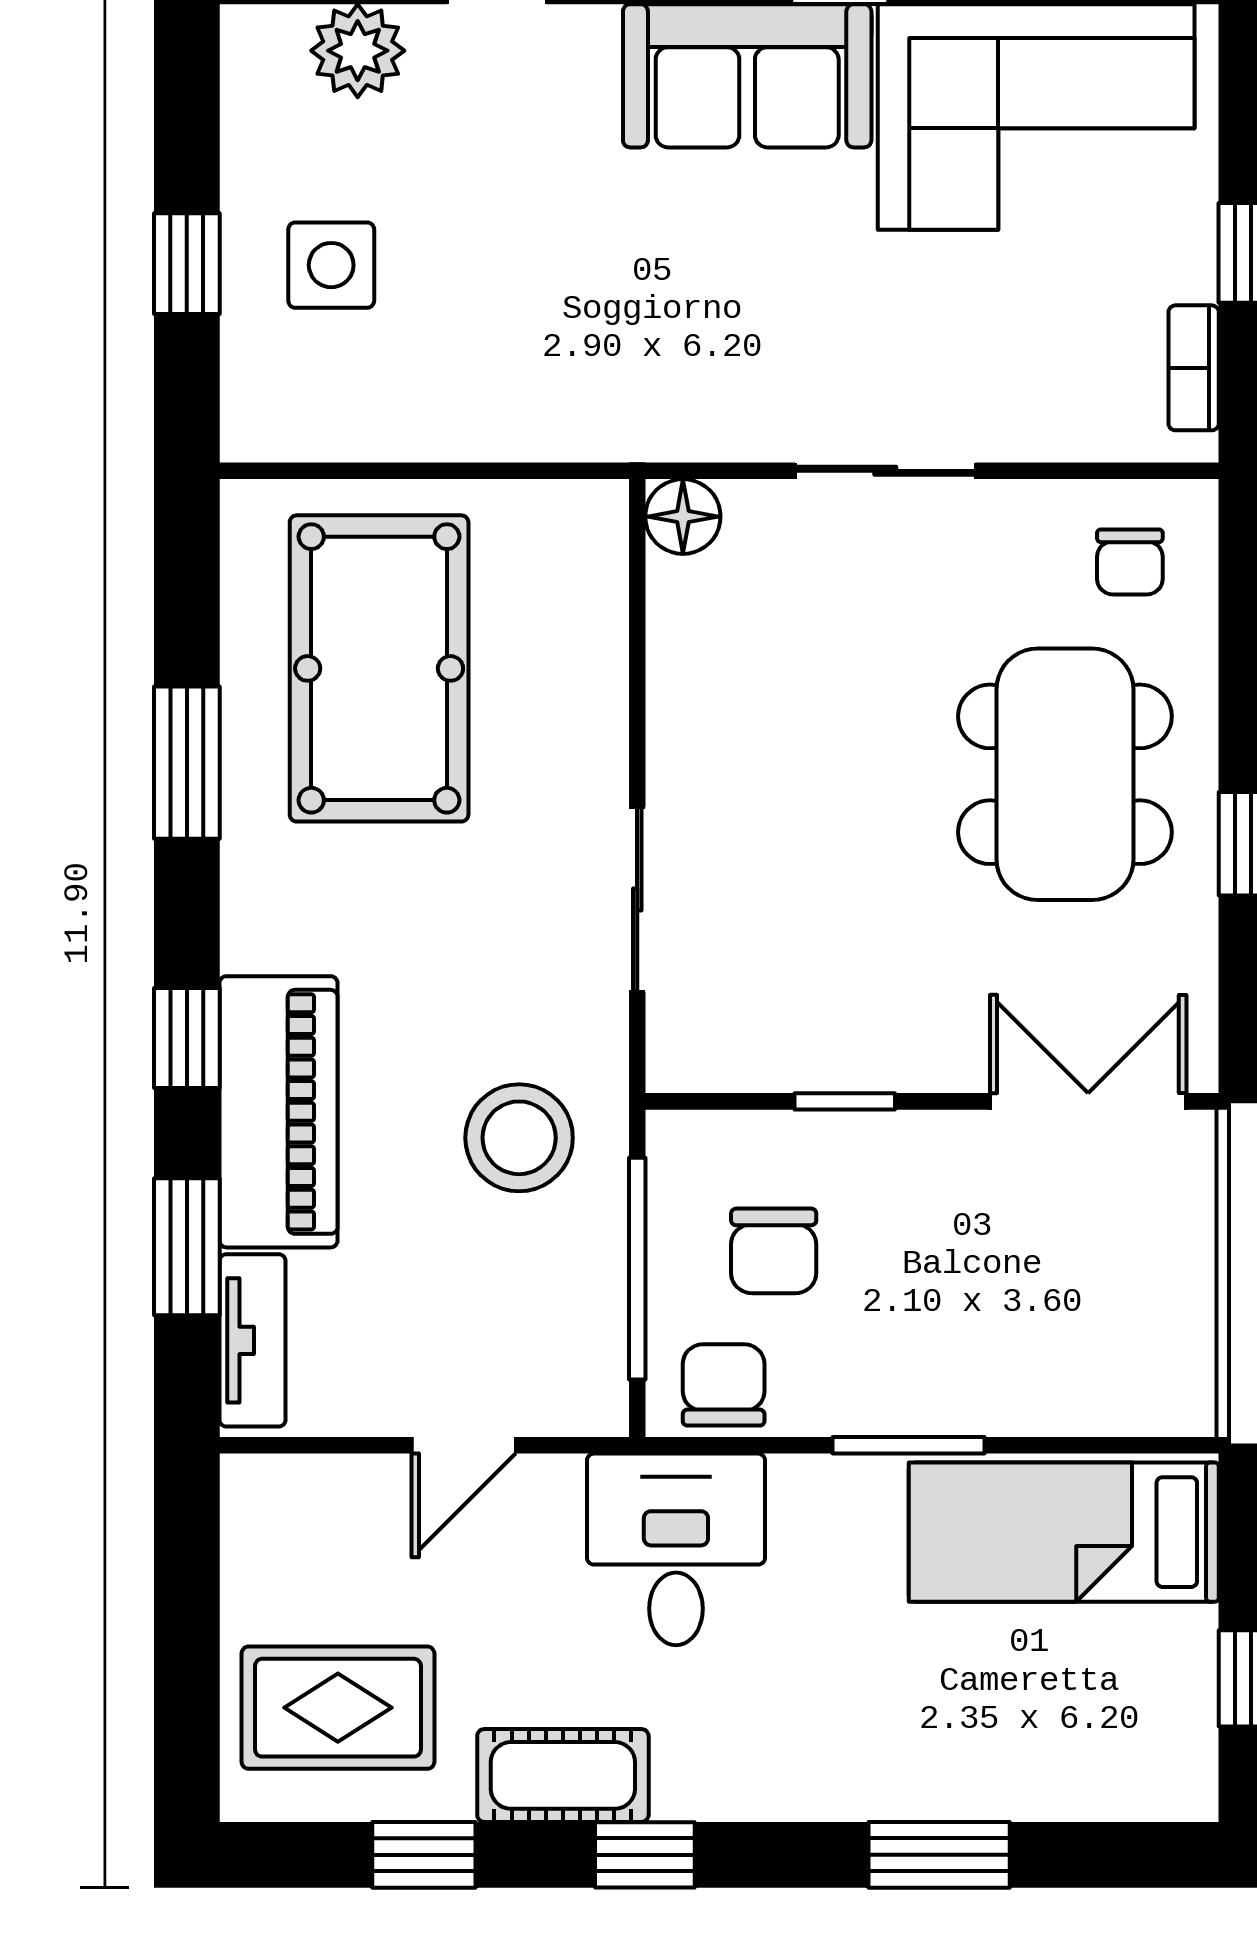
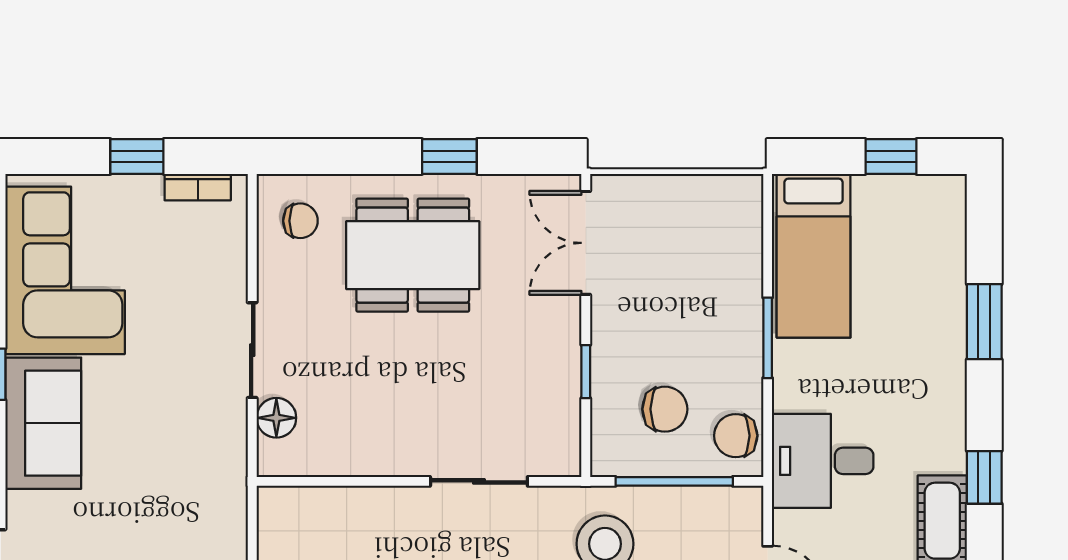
floor lamp: (683, 517) -> (276, 418), moved

